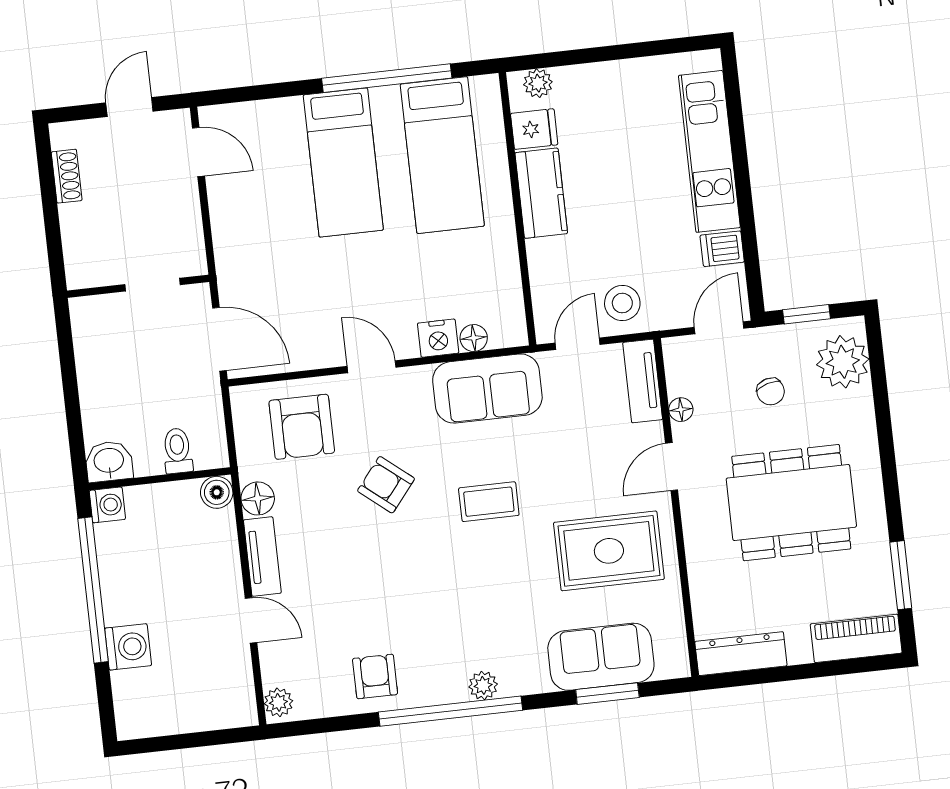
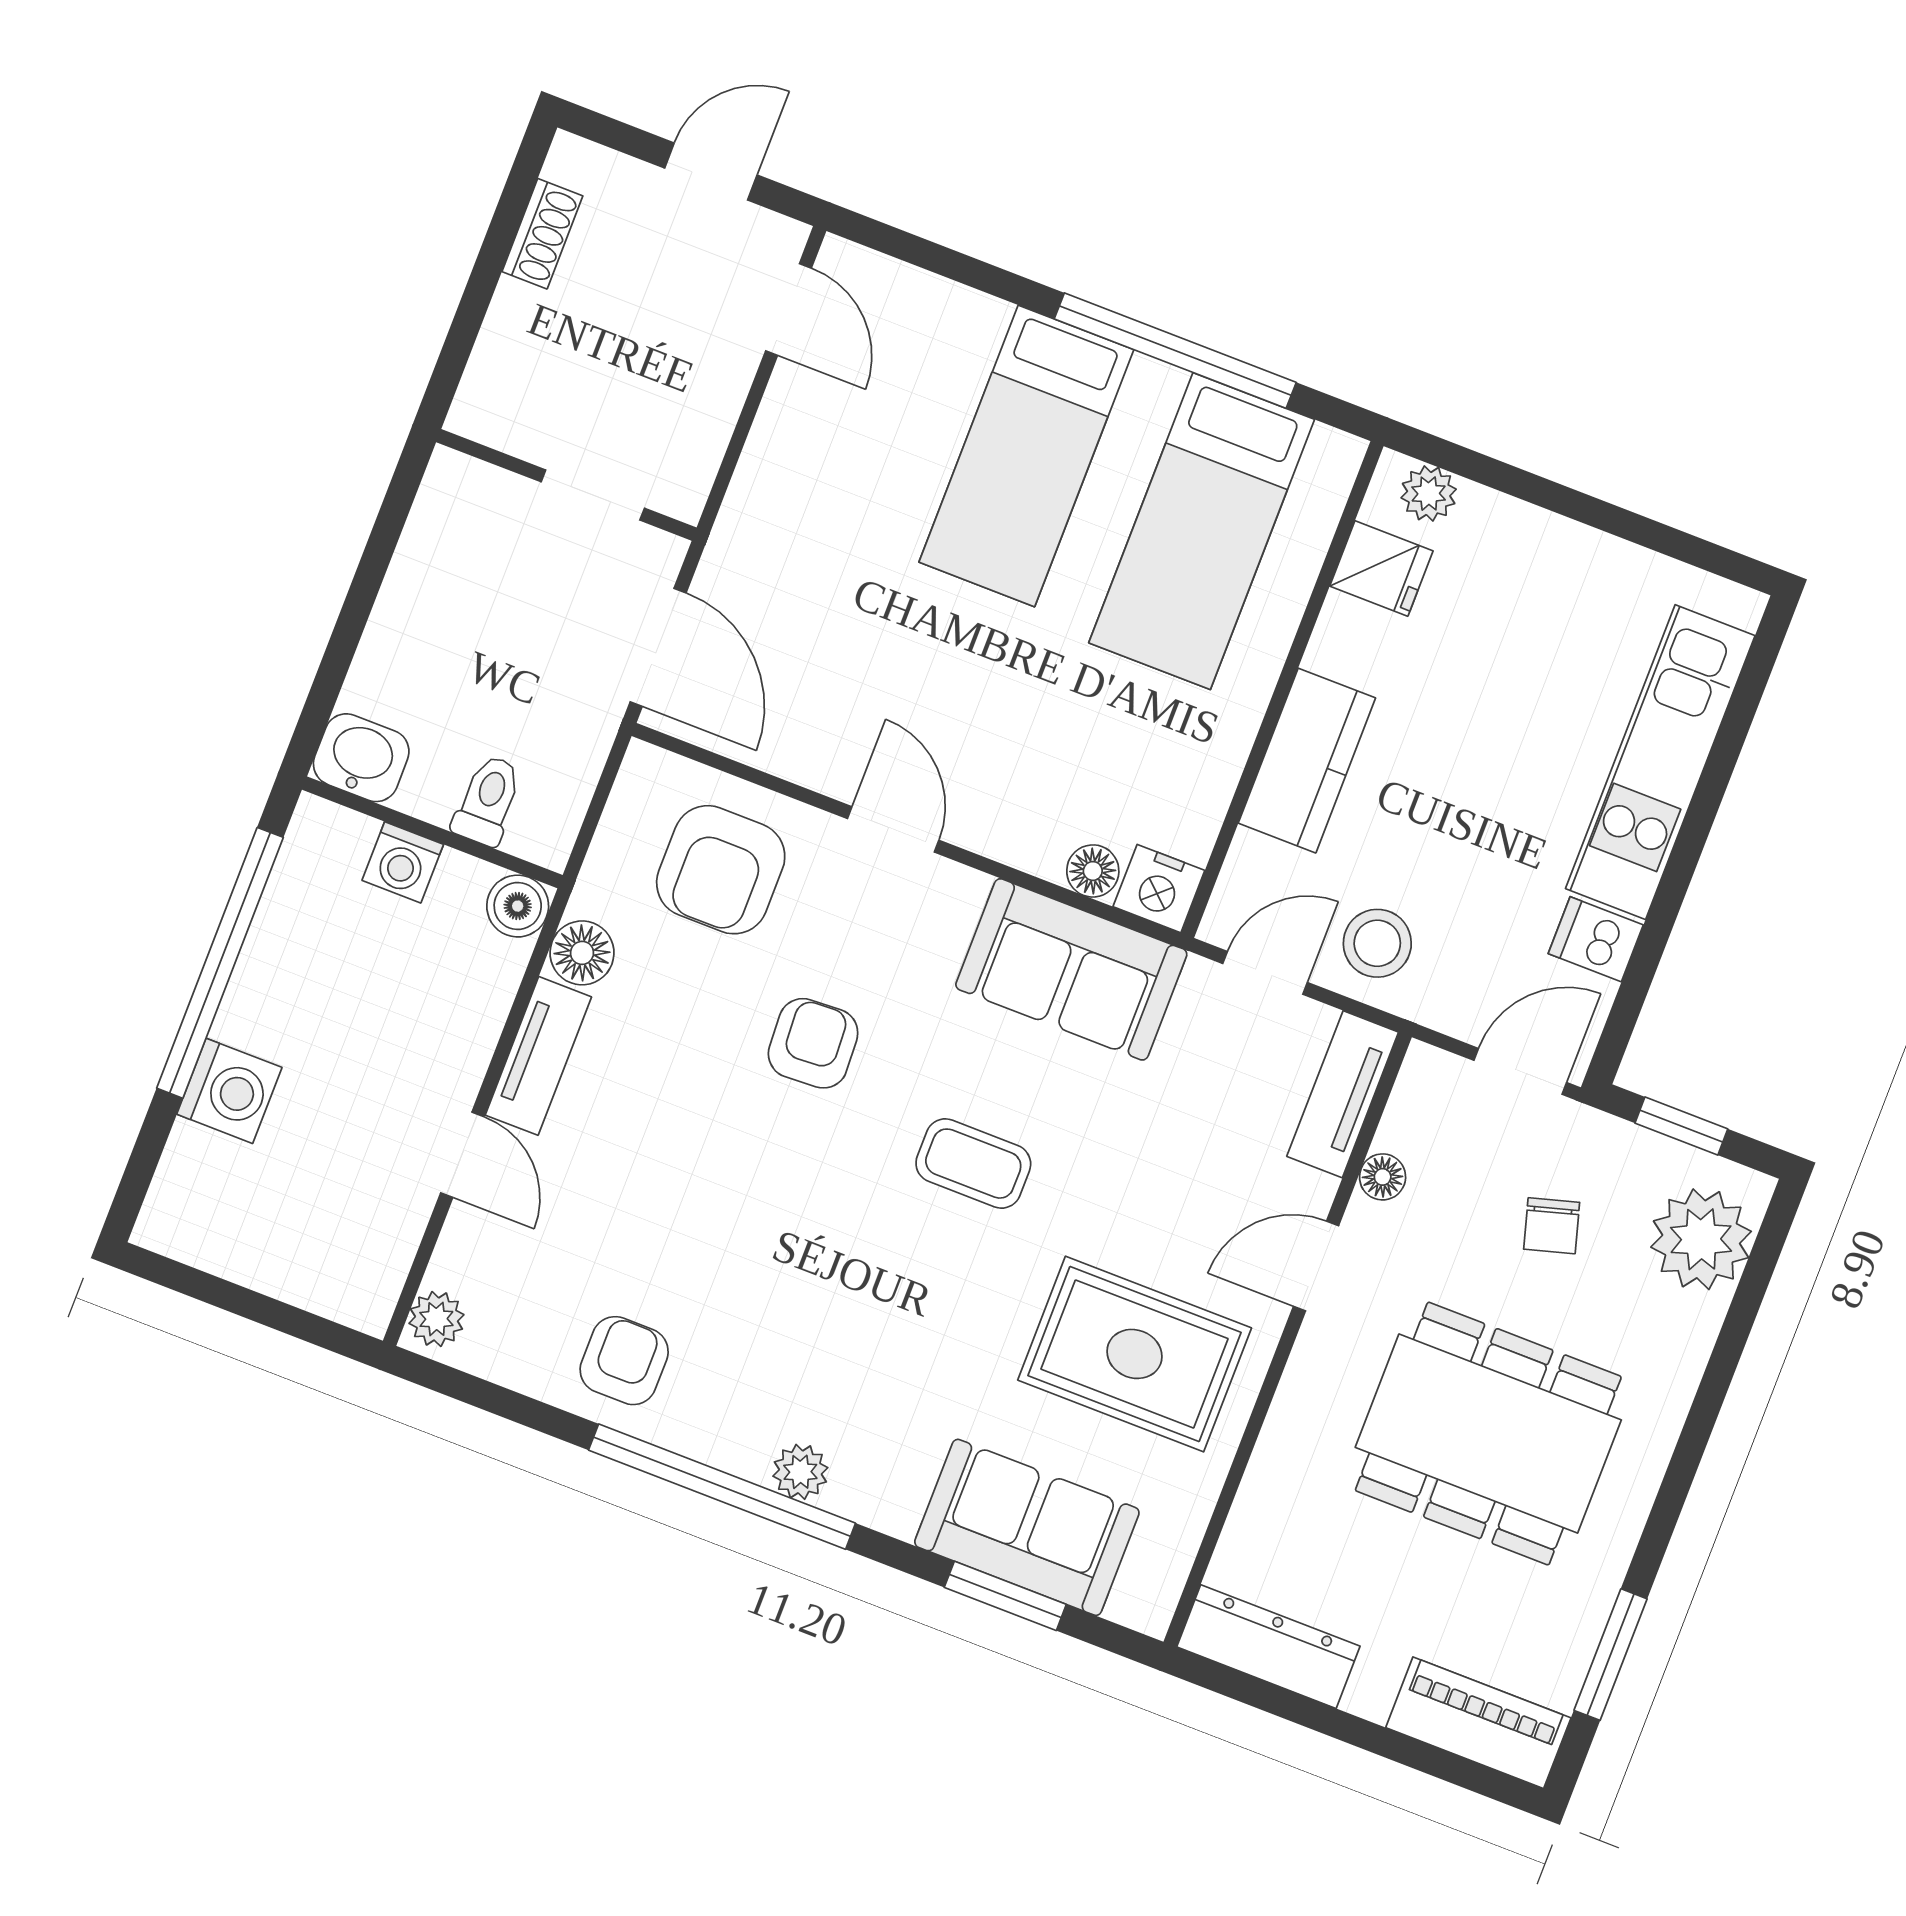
kitchen counter: (541, 193) -> (1307, 761), moved
nightstand: (438, 338) -> (1159, 889), moved
armchair: (386, 485) -> (813, 1043), turned 48
washing machine: (107, 505) -> (403, 862), moved, turned 90

